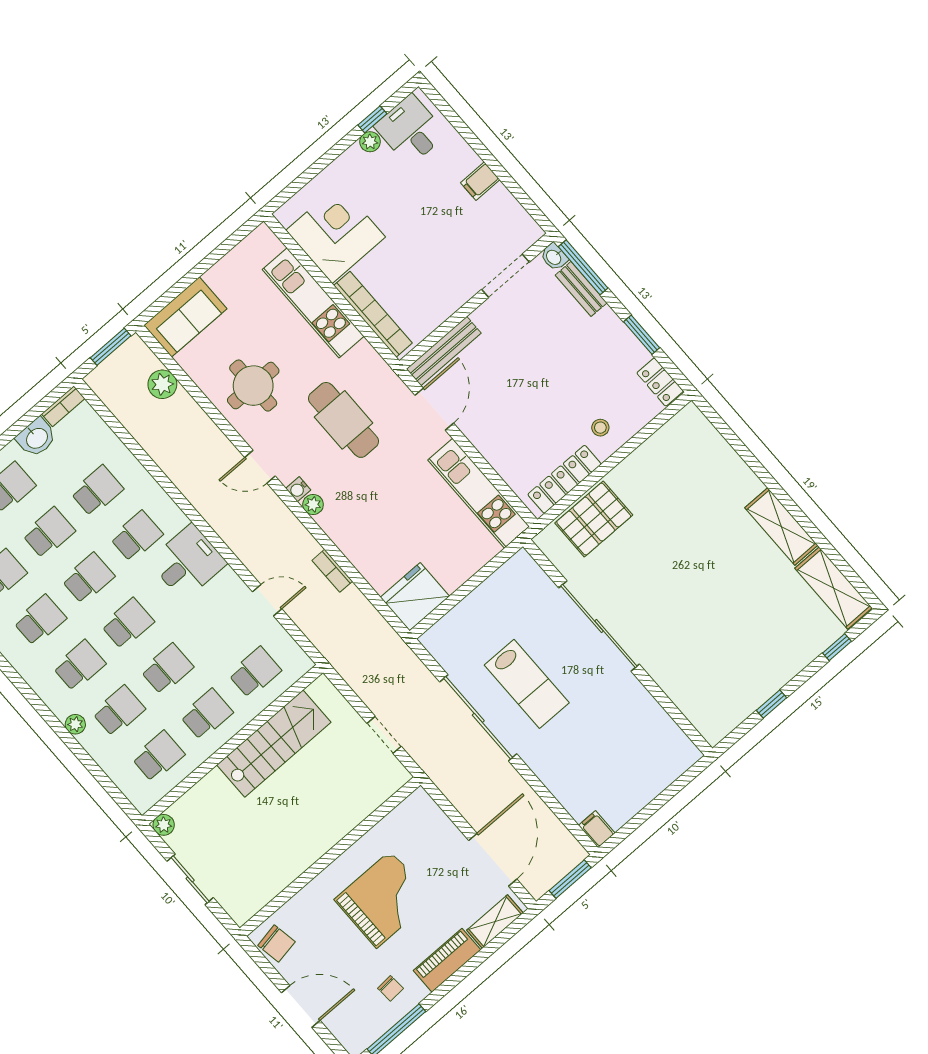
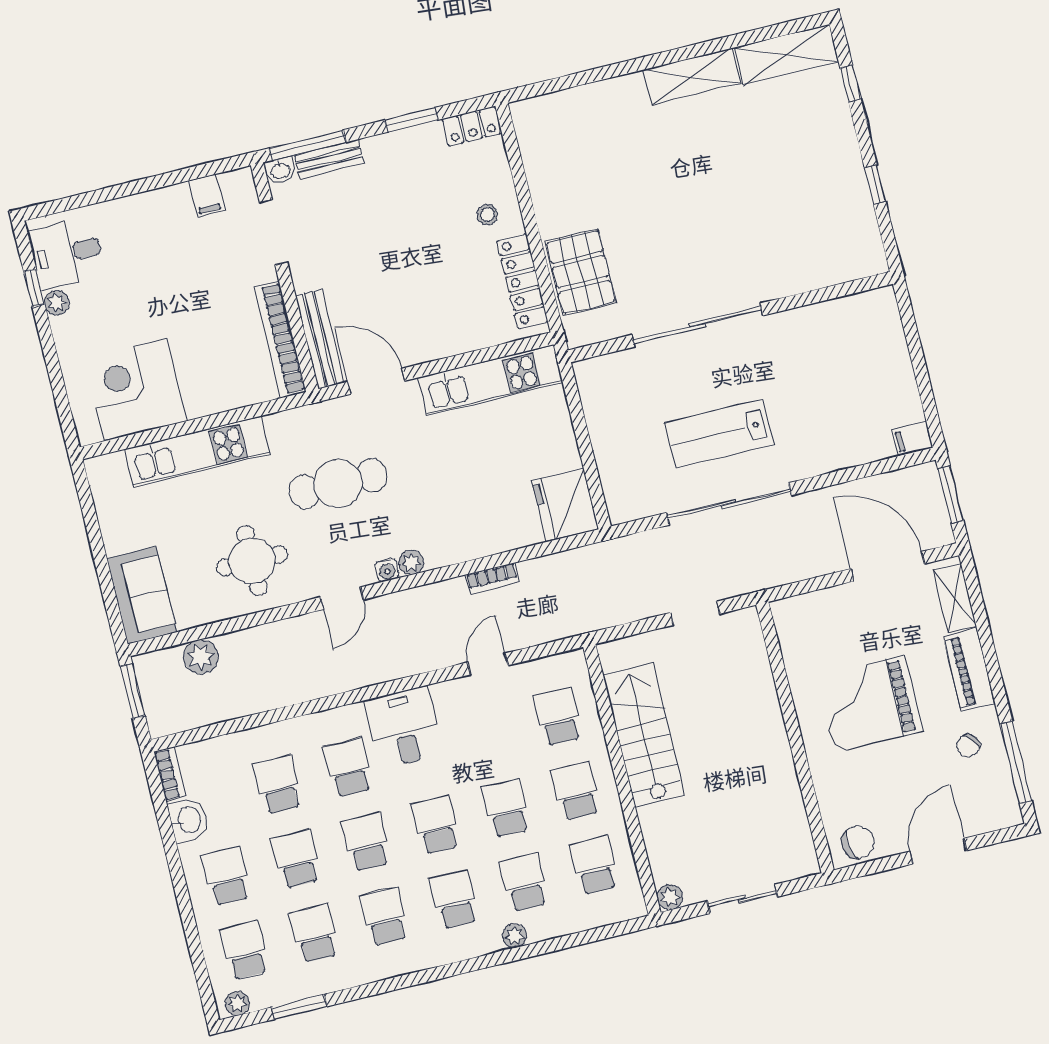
filing cabinet: (480, 181) -> (207, 196), moved
bookcase: (373, 314) -> (280, 339), moved, turned -90
lab bench: (527, 684) -> (719, 434), turned 180
grand piano: (384, 899) -> (870, 704), turned -90
chair: (390, 988) -> (968, 746), turned 146

